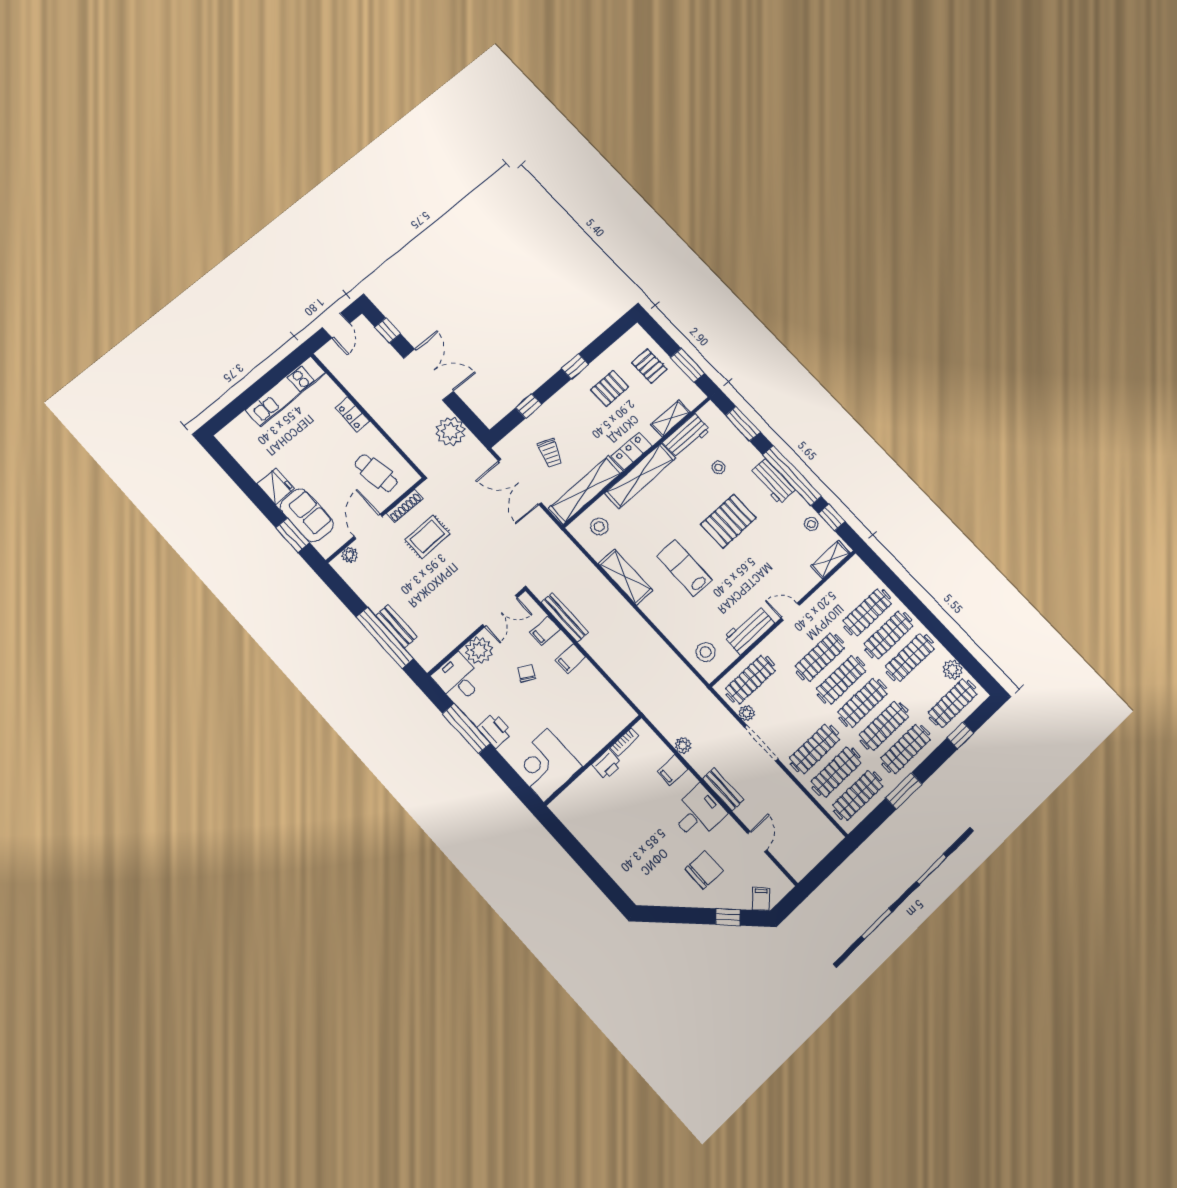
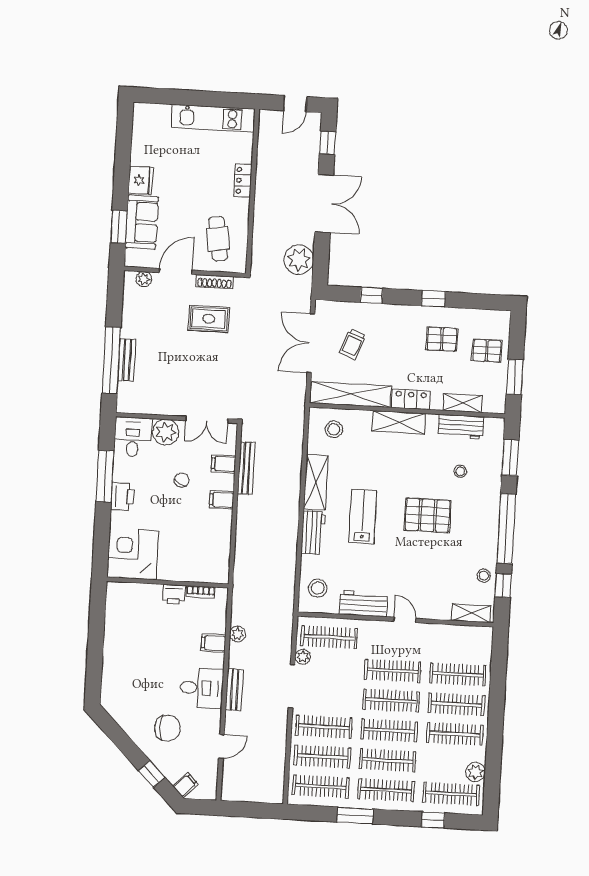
pallet: (649, 366) -> (487, 351), turned 90
shelving: (640, 476) -> (399, 422), width x0.68
workbench: (772, 481) -> (313, 533), moved, turned 180

